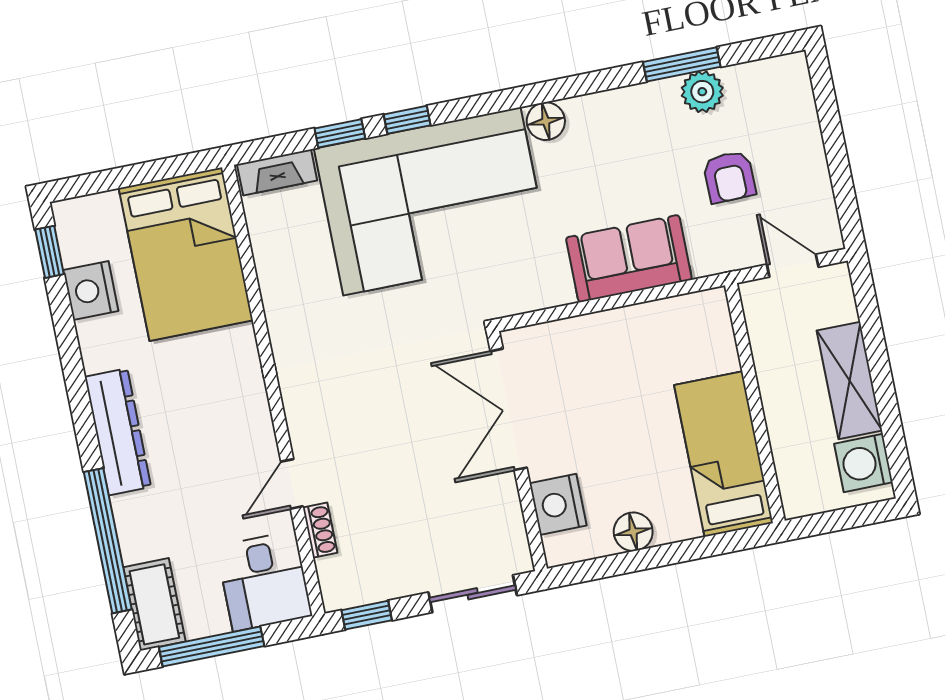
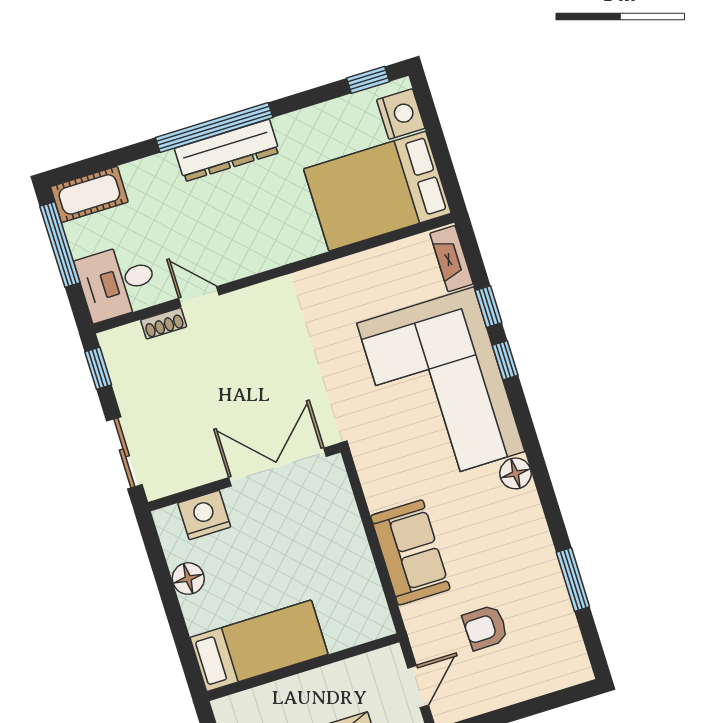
plant: (702, 92) -> (552, 598), removed
nightstand: (91, 291) -> (401, 114), moved, turned 90
window: (108, 541) -> (214, 128), moved

